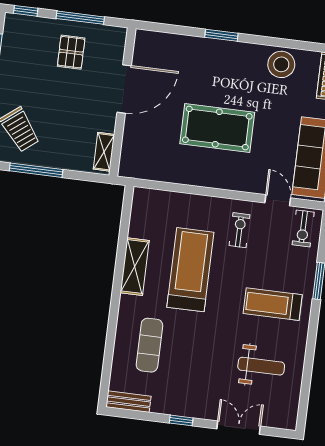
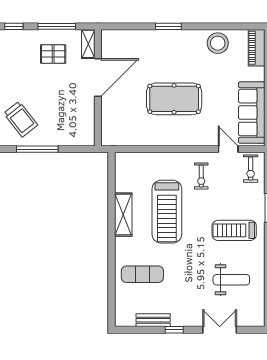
pallet: (71, 52) -> (53, 54), turned 90
shelving: (104, 152) -> (88, 44), moved
exercise bike: (239, 230) -> (201, 176), turned 180
treadmill: (190, 270) -> (167, 212), turned 180
exercise mat: (149, 345) -> (142, 274), turned 90
bench: (128, 402) -> (153, 320), moved

